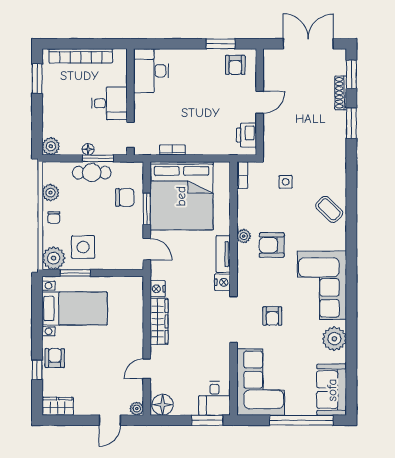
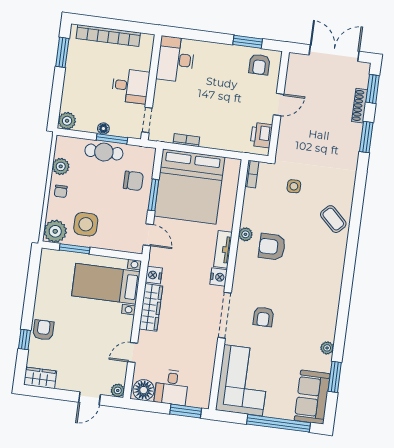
corner sofa: (322, 285) -> (316, 293), removed
bed with nightstands: (75, 308) -> (106, 284), moved, turned 180
plant: (334, 339) -> (327, 348), width x0.53, depth x0.53
window: (351, 367) -> (335, 377), added
desk: (215, 398) -> (172, 387), moved

